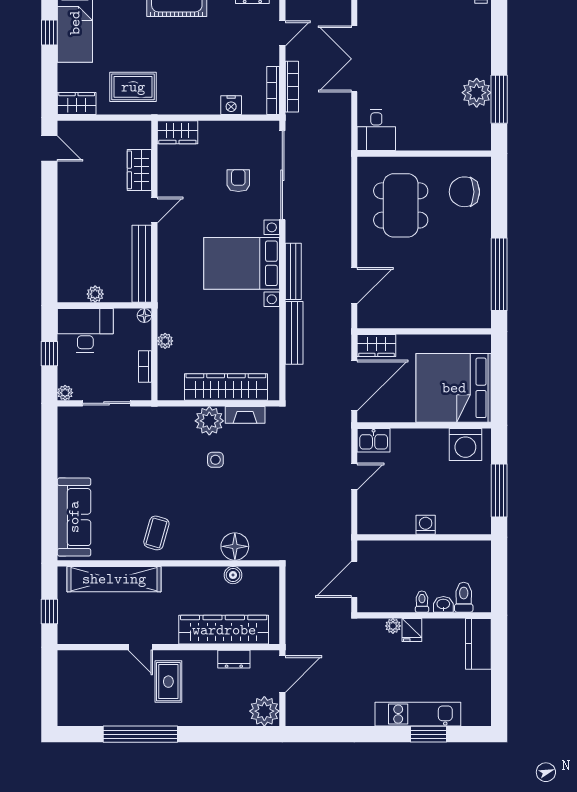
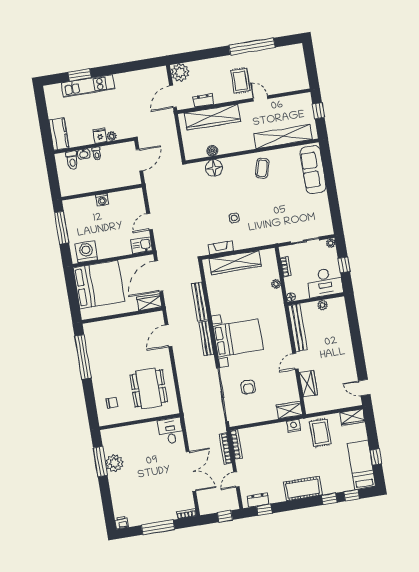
rug: (133, 87) -> (320, 433), turned 90
nightstand: (231, 105) -> (294, 426), moved
chair: (464, 192) -> (112, 403), width x0.54, depth x0.54
plant: (209, 421) -> (242, 241), removed

